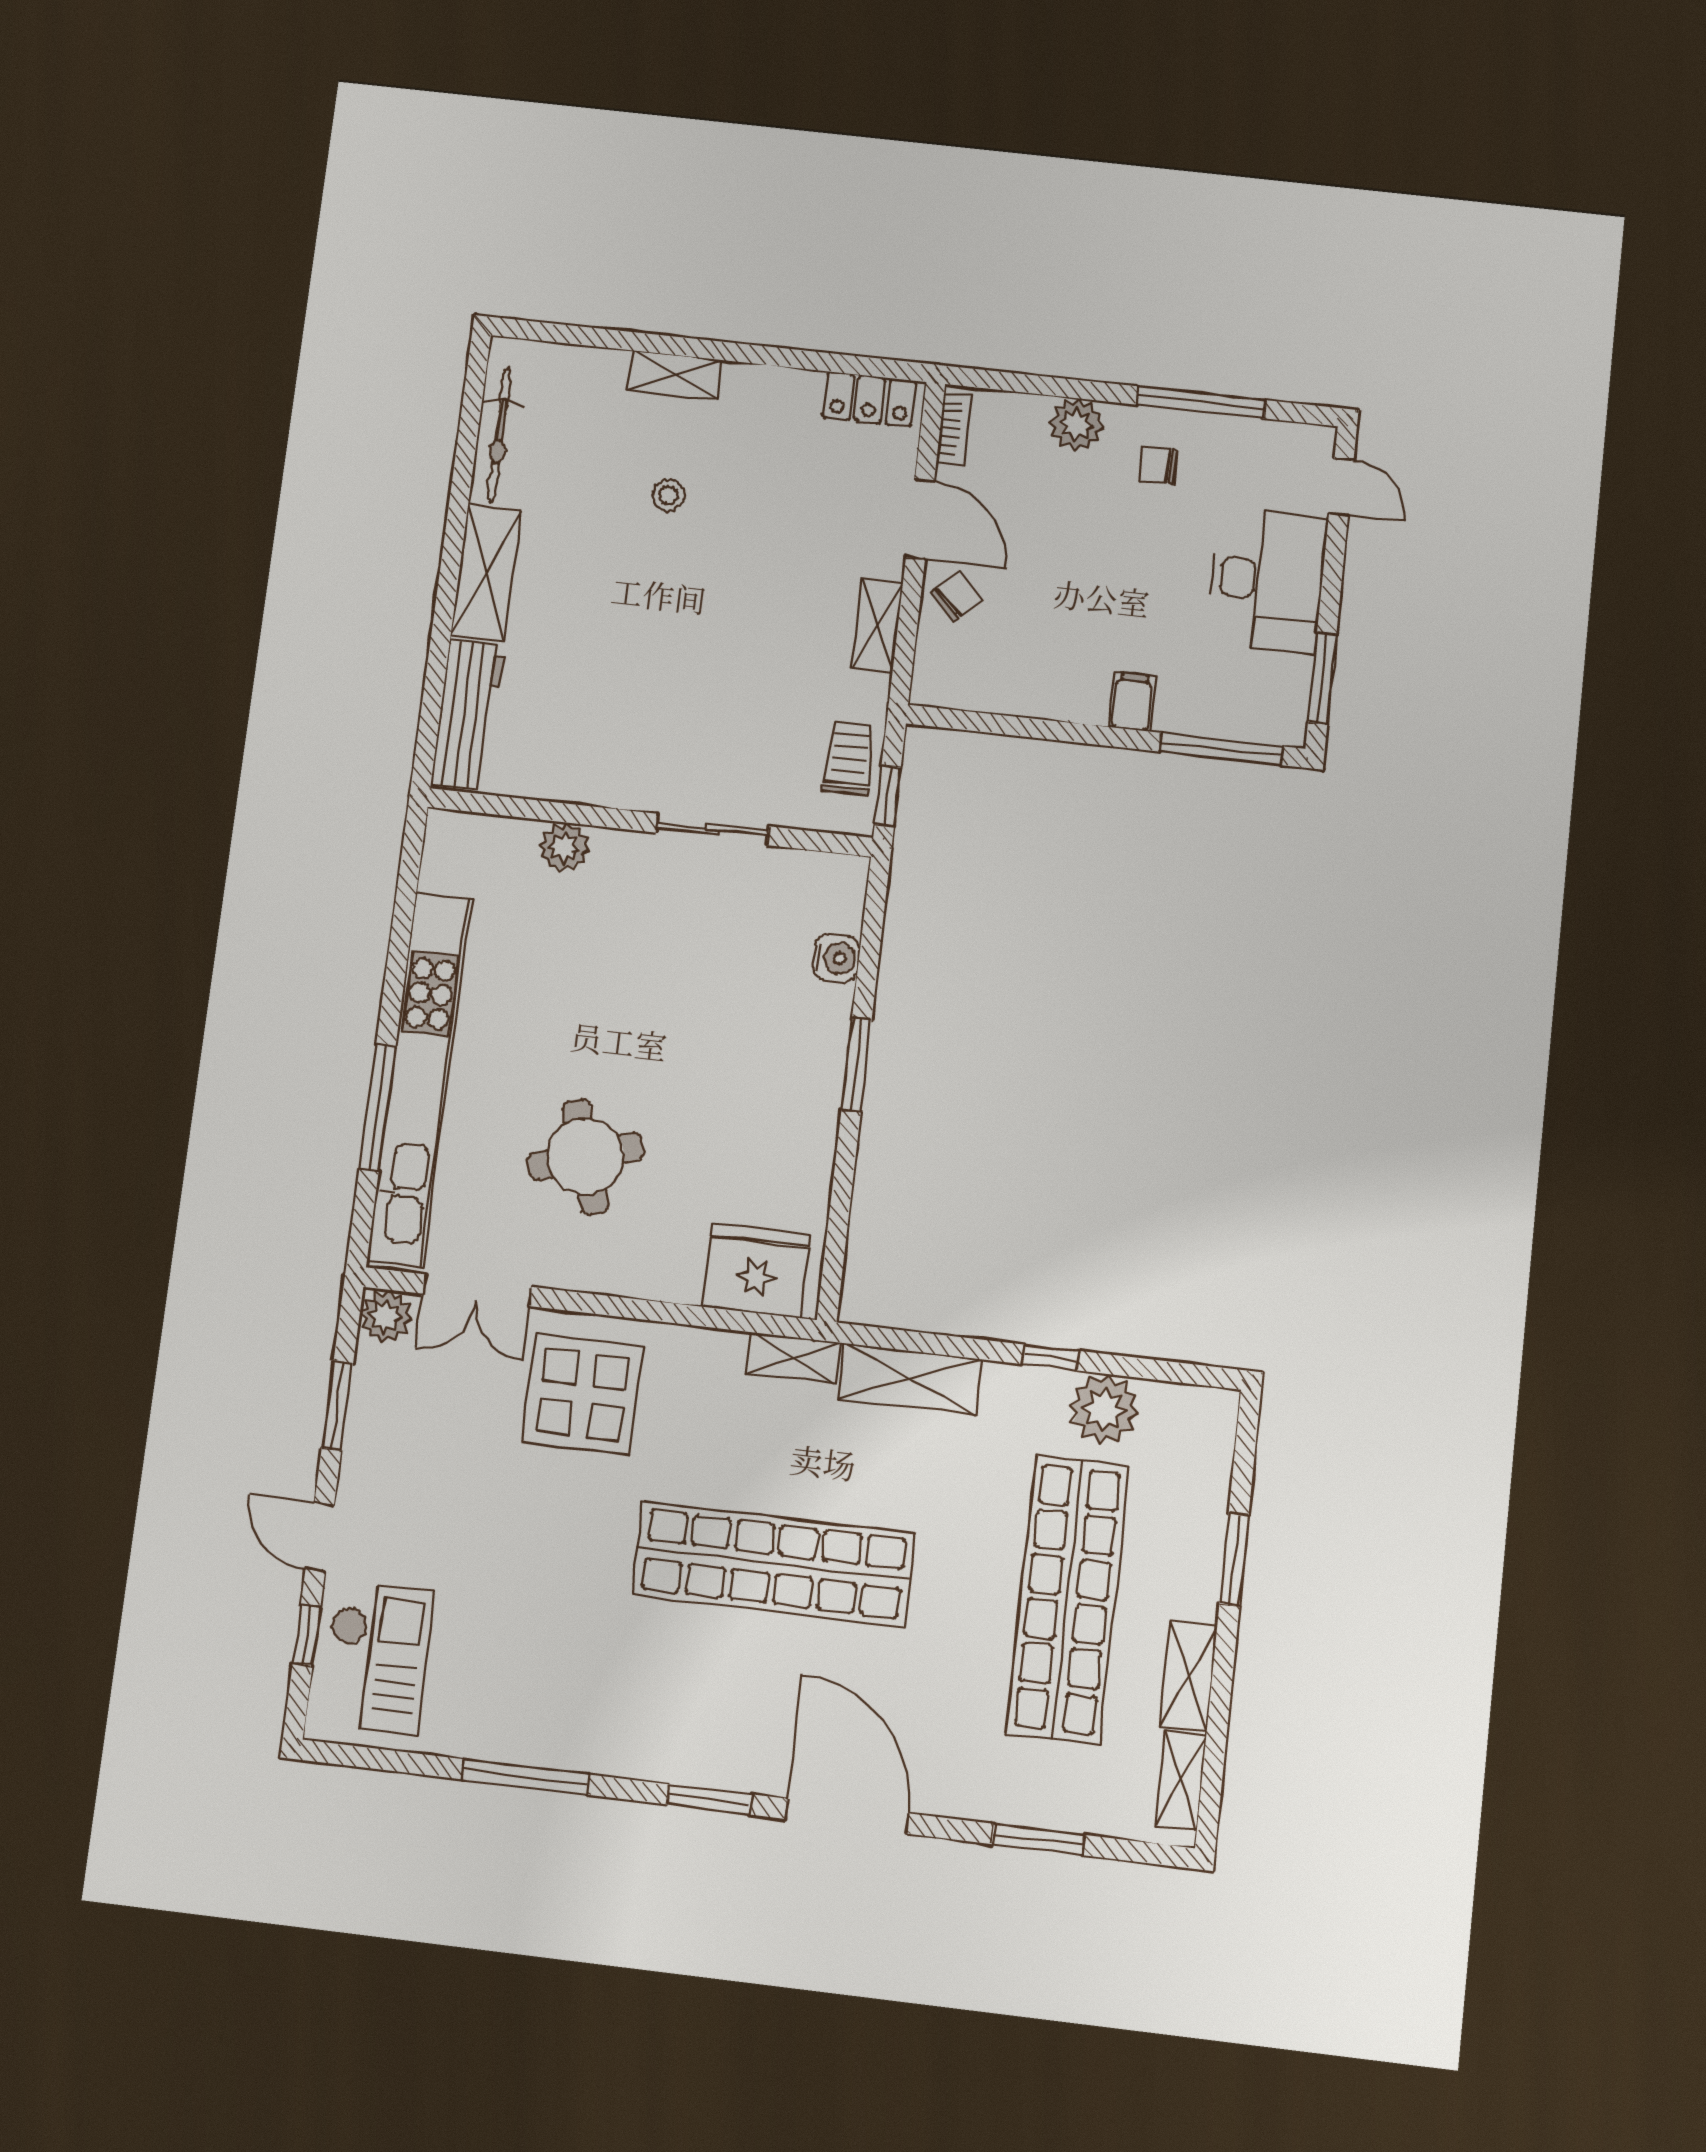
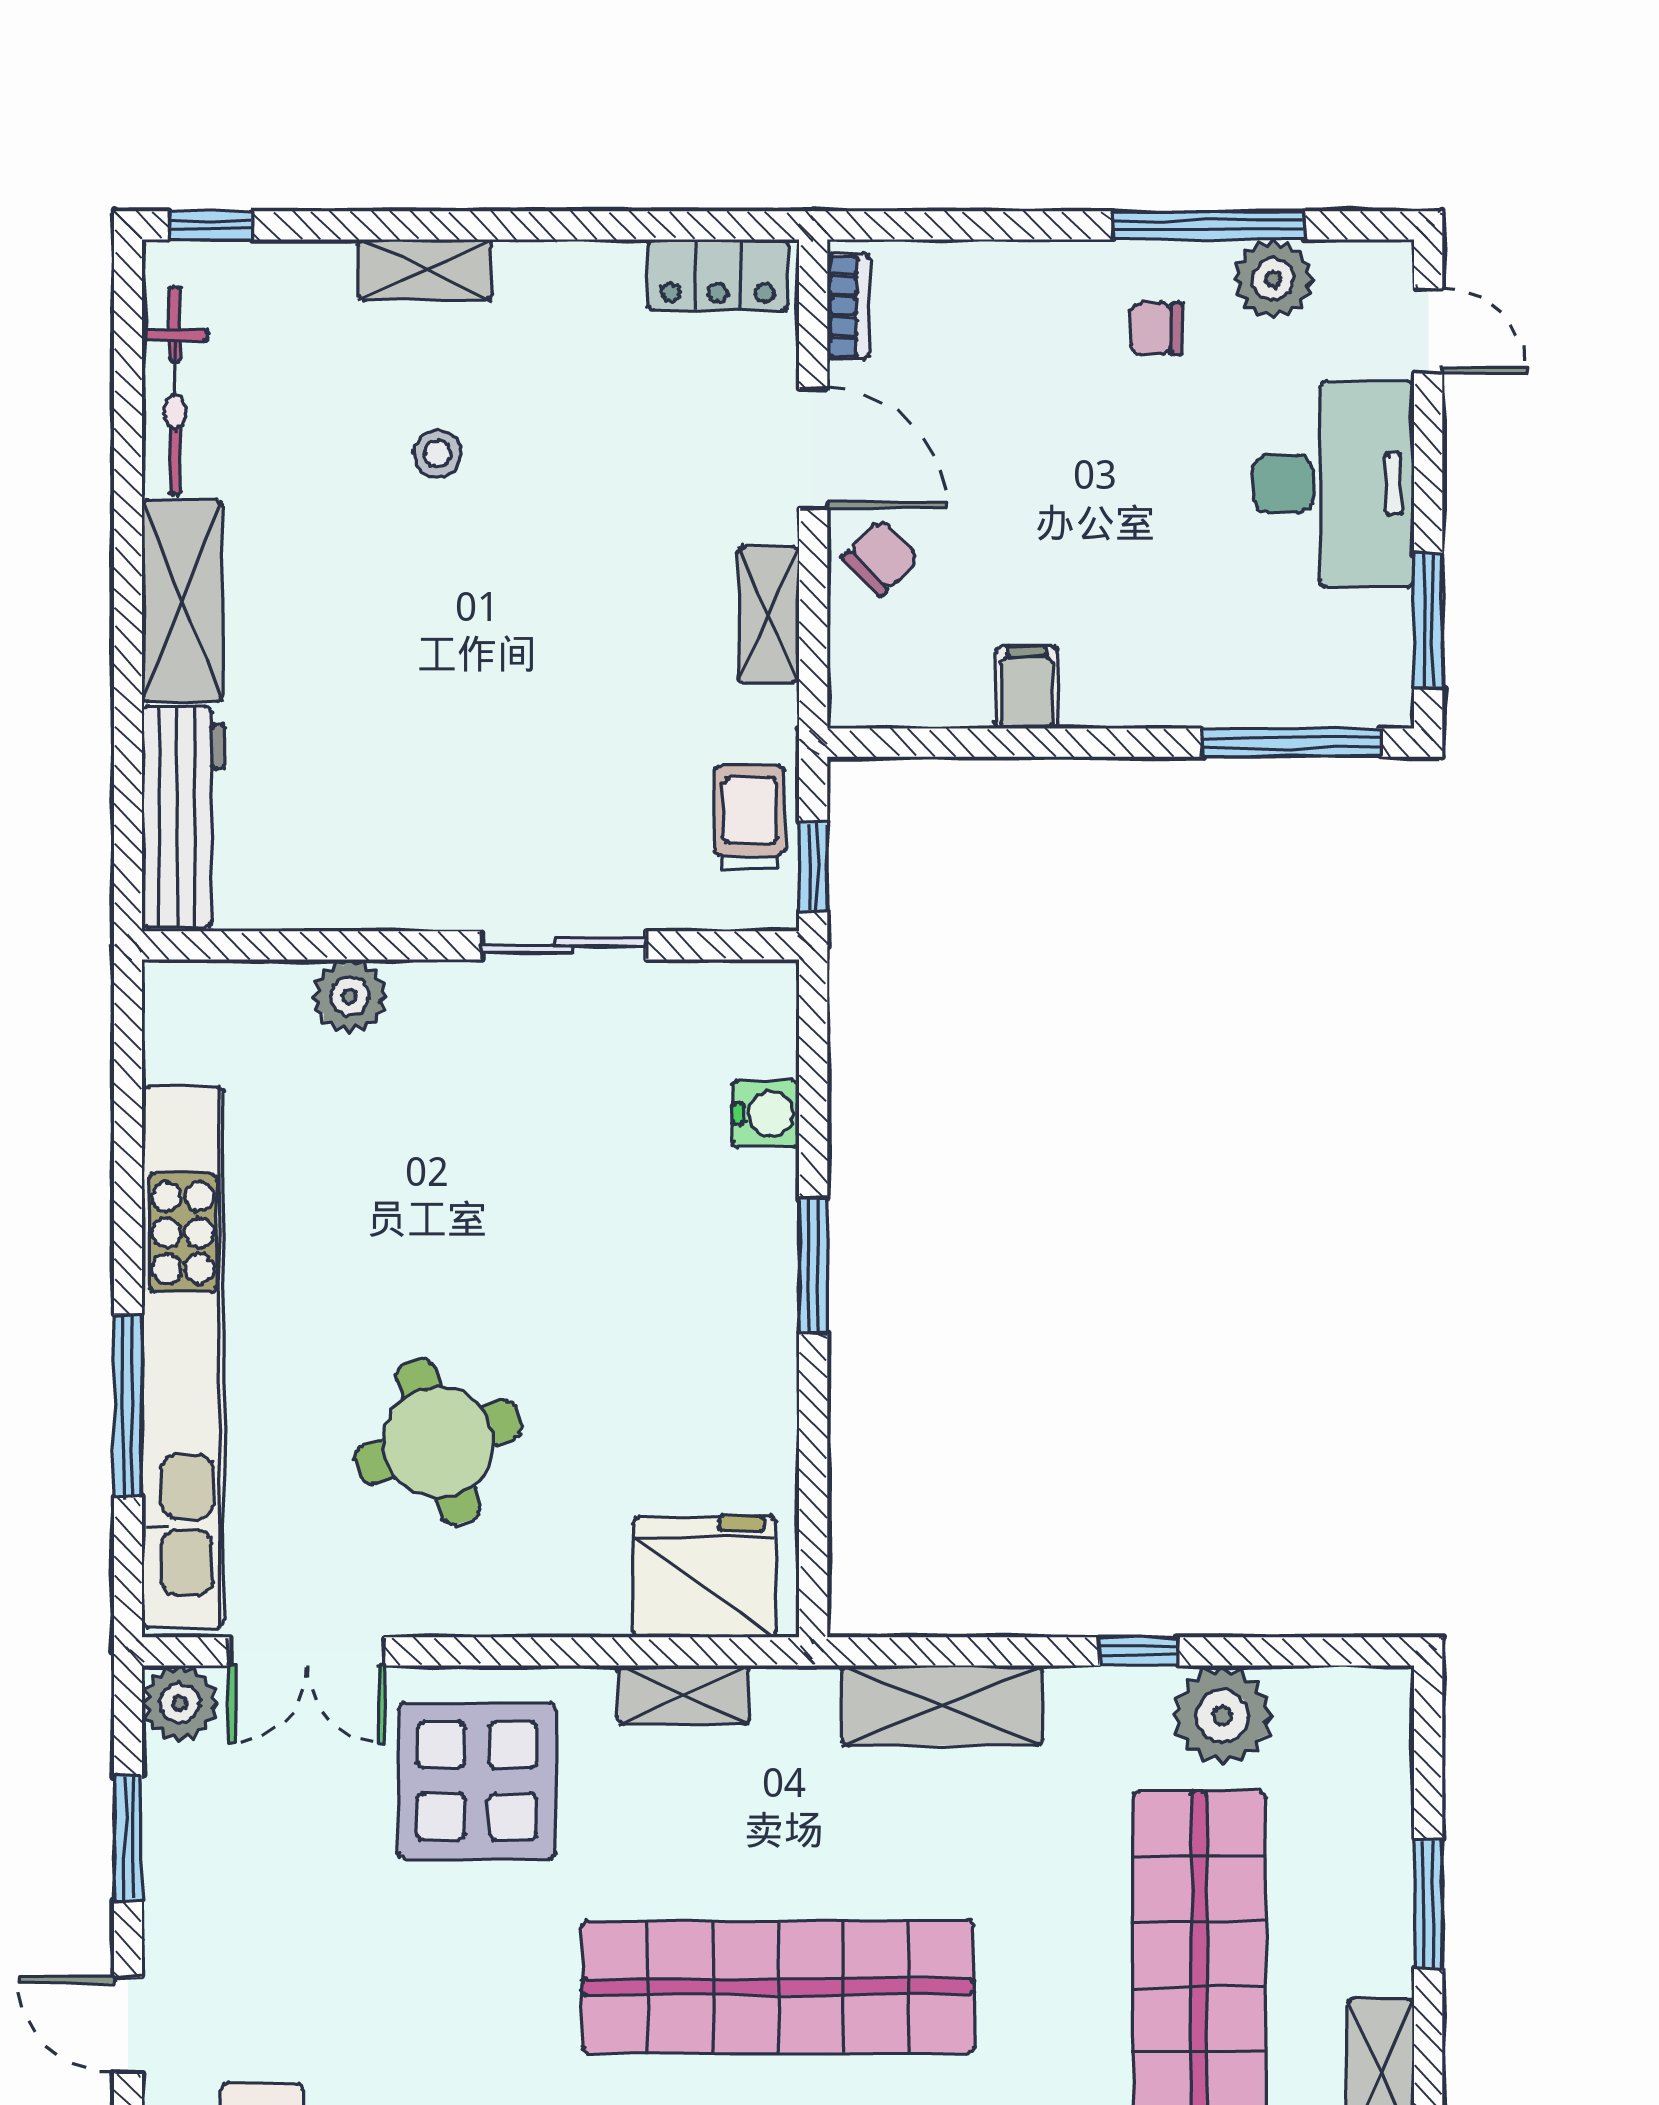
window: (537, 331) -> (211, 225), added
plant: (1076, 424) -> (1273, 279), moved
filing cabinet: (1132, 702) -> (1027, 687), moved
shelving: (793, 1358) -> (684, 1695), moved

